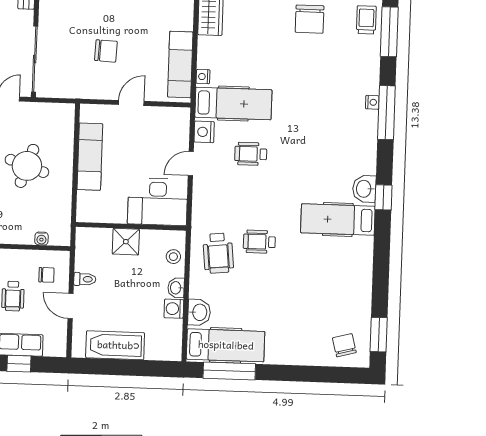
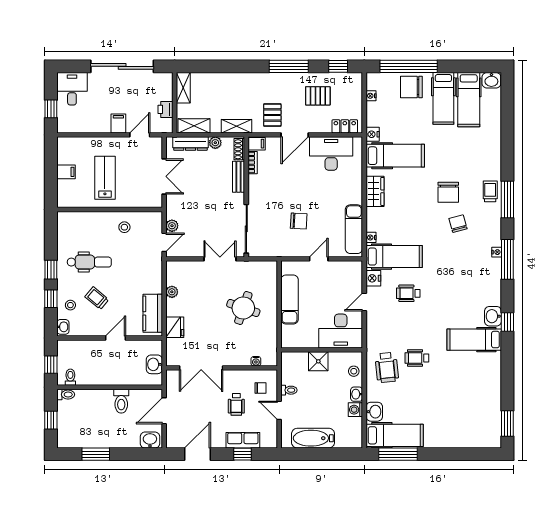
chair: (344, 345) -> (458, 224), moved

